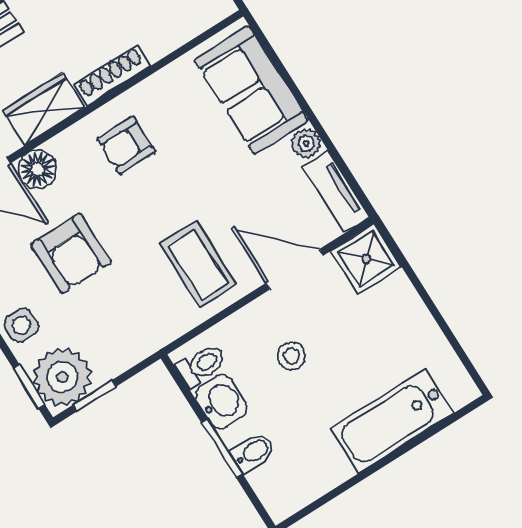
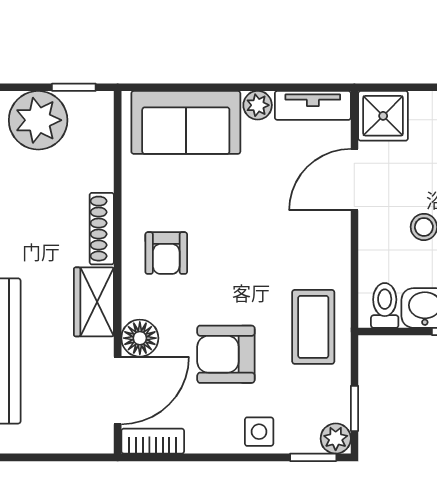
armchair: (71, 253) -> (226, 354), turned 180
coffee table: (198, 264) -> (313, 327), moved, turned 90
plant: (62, 377) -> (336, 439), width x0.53, depth x0.53

